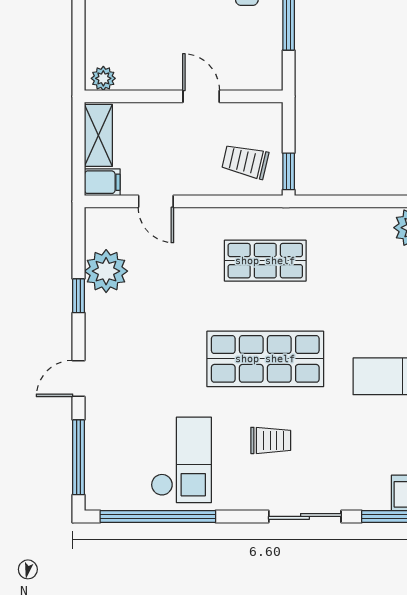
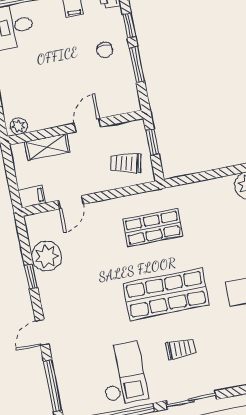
door: (201, 96) -> (87, 125), hinge flipped
shelving: (98, 135) -> (47, 147), moved, turned 90
window: (289, 171) -> (152, 142), moved
door: (156, 201) -> (71, 202), hinge flipped
sliding door: (305, 516) -> (191, 400), moved

